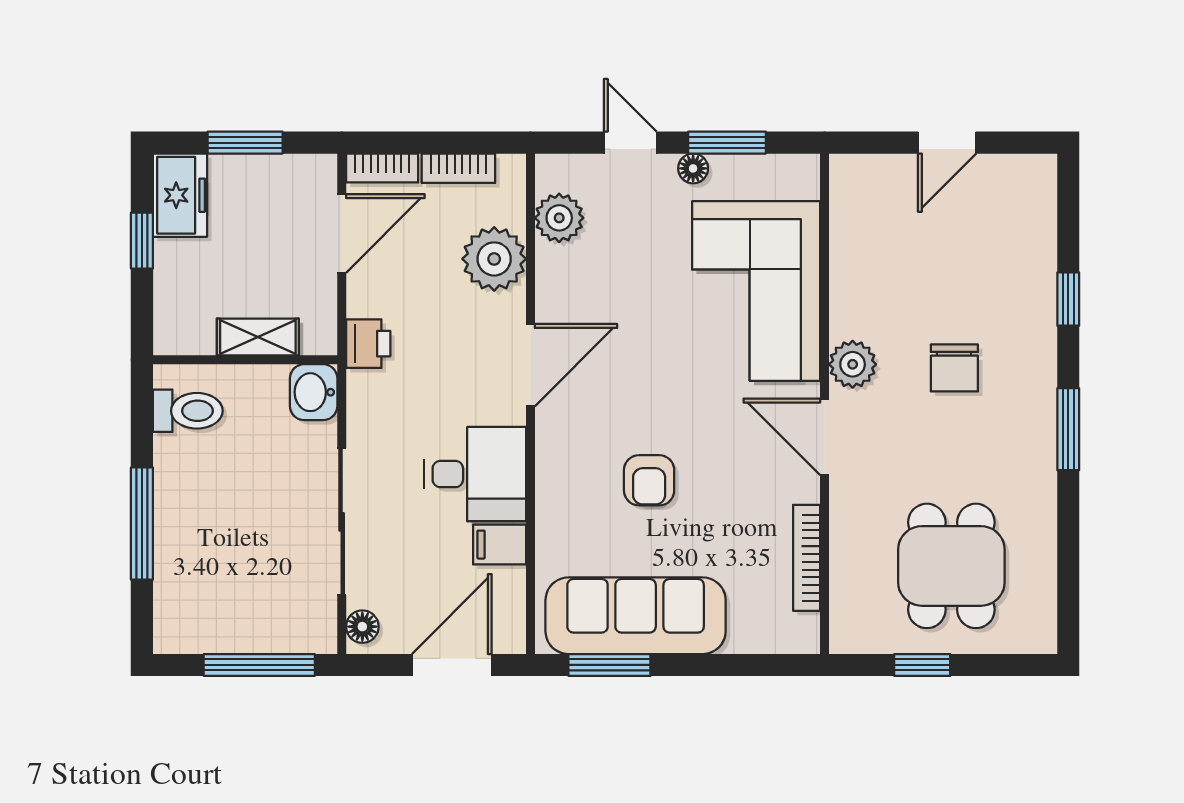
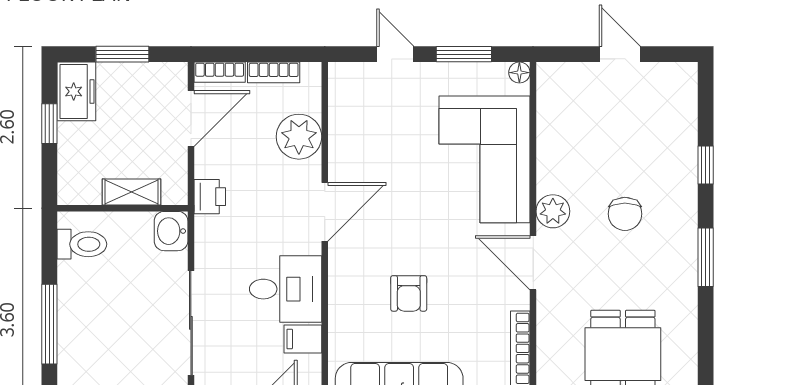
door: (947, 143) -> (620, 54), swing flipped
floor lamp: (693, 168) -> (519, 73), moved
plant: (559, 218) -> (345, 108), removed

